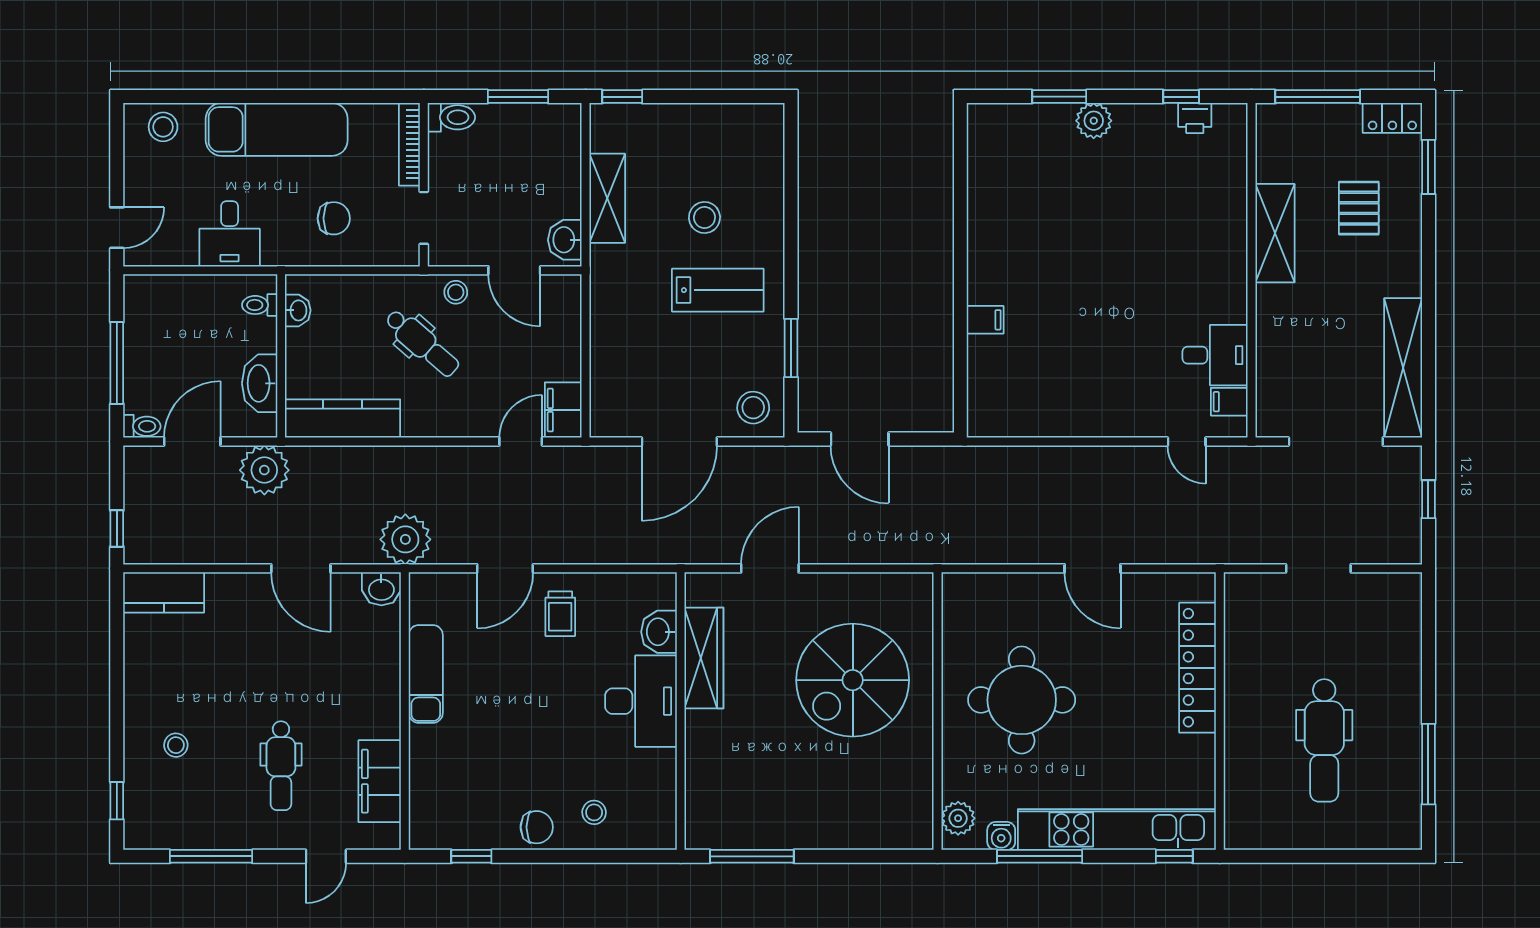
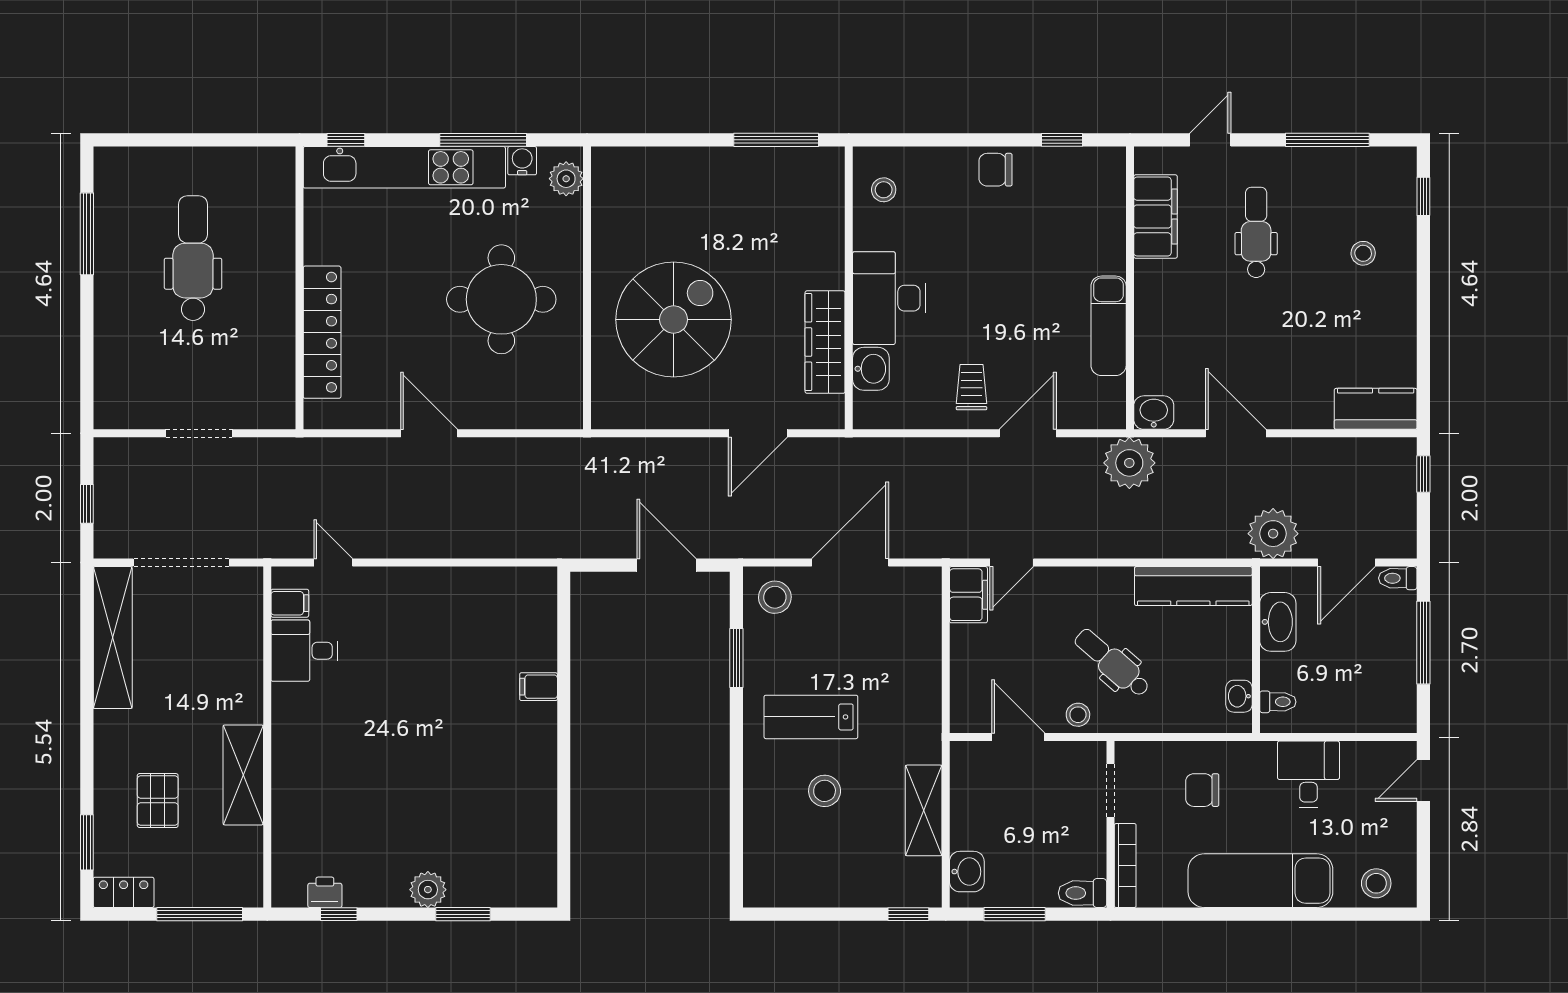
washbasin: (565, 240) -> (967, 872), moved
stool: (594, 812) -> (884, 190), moved

